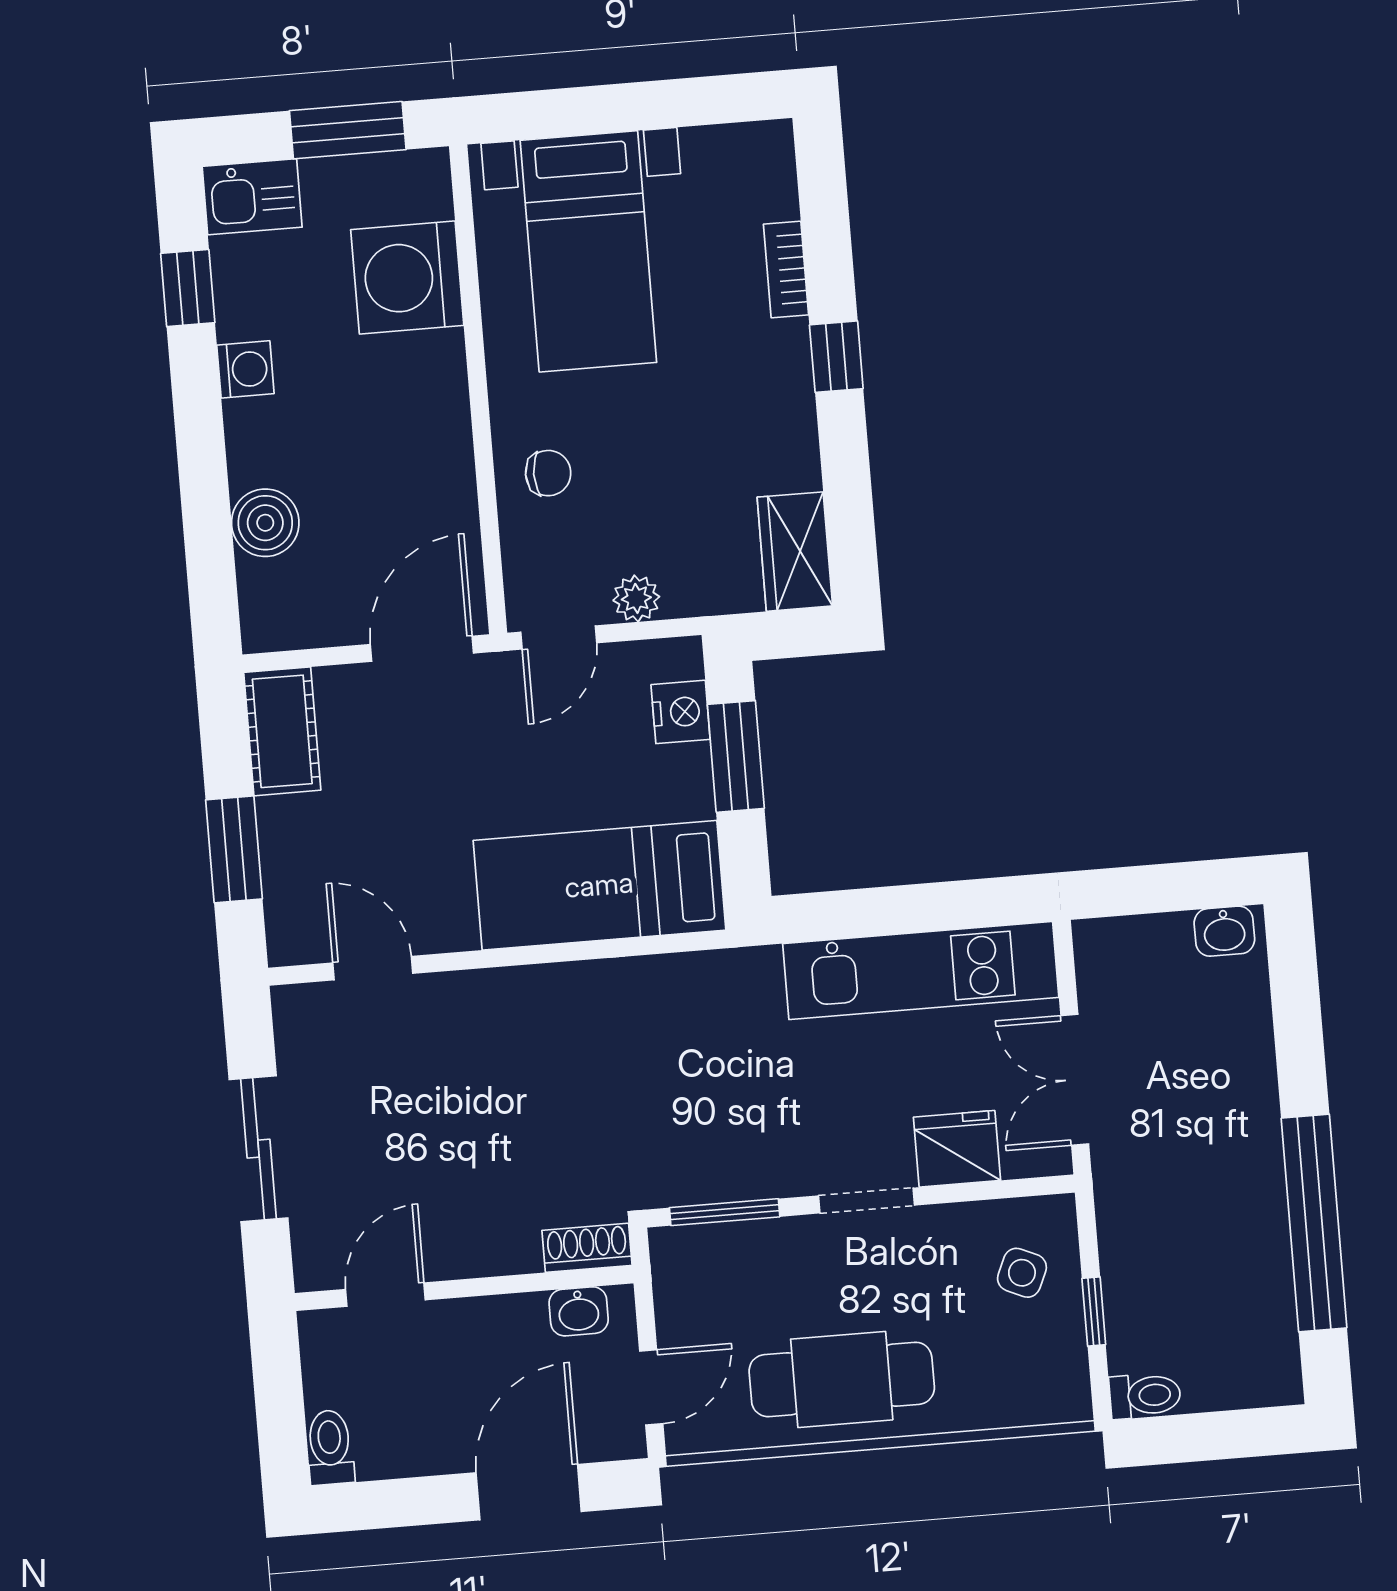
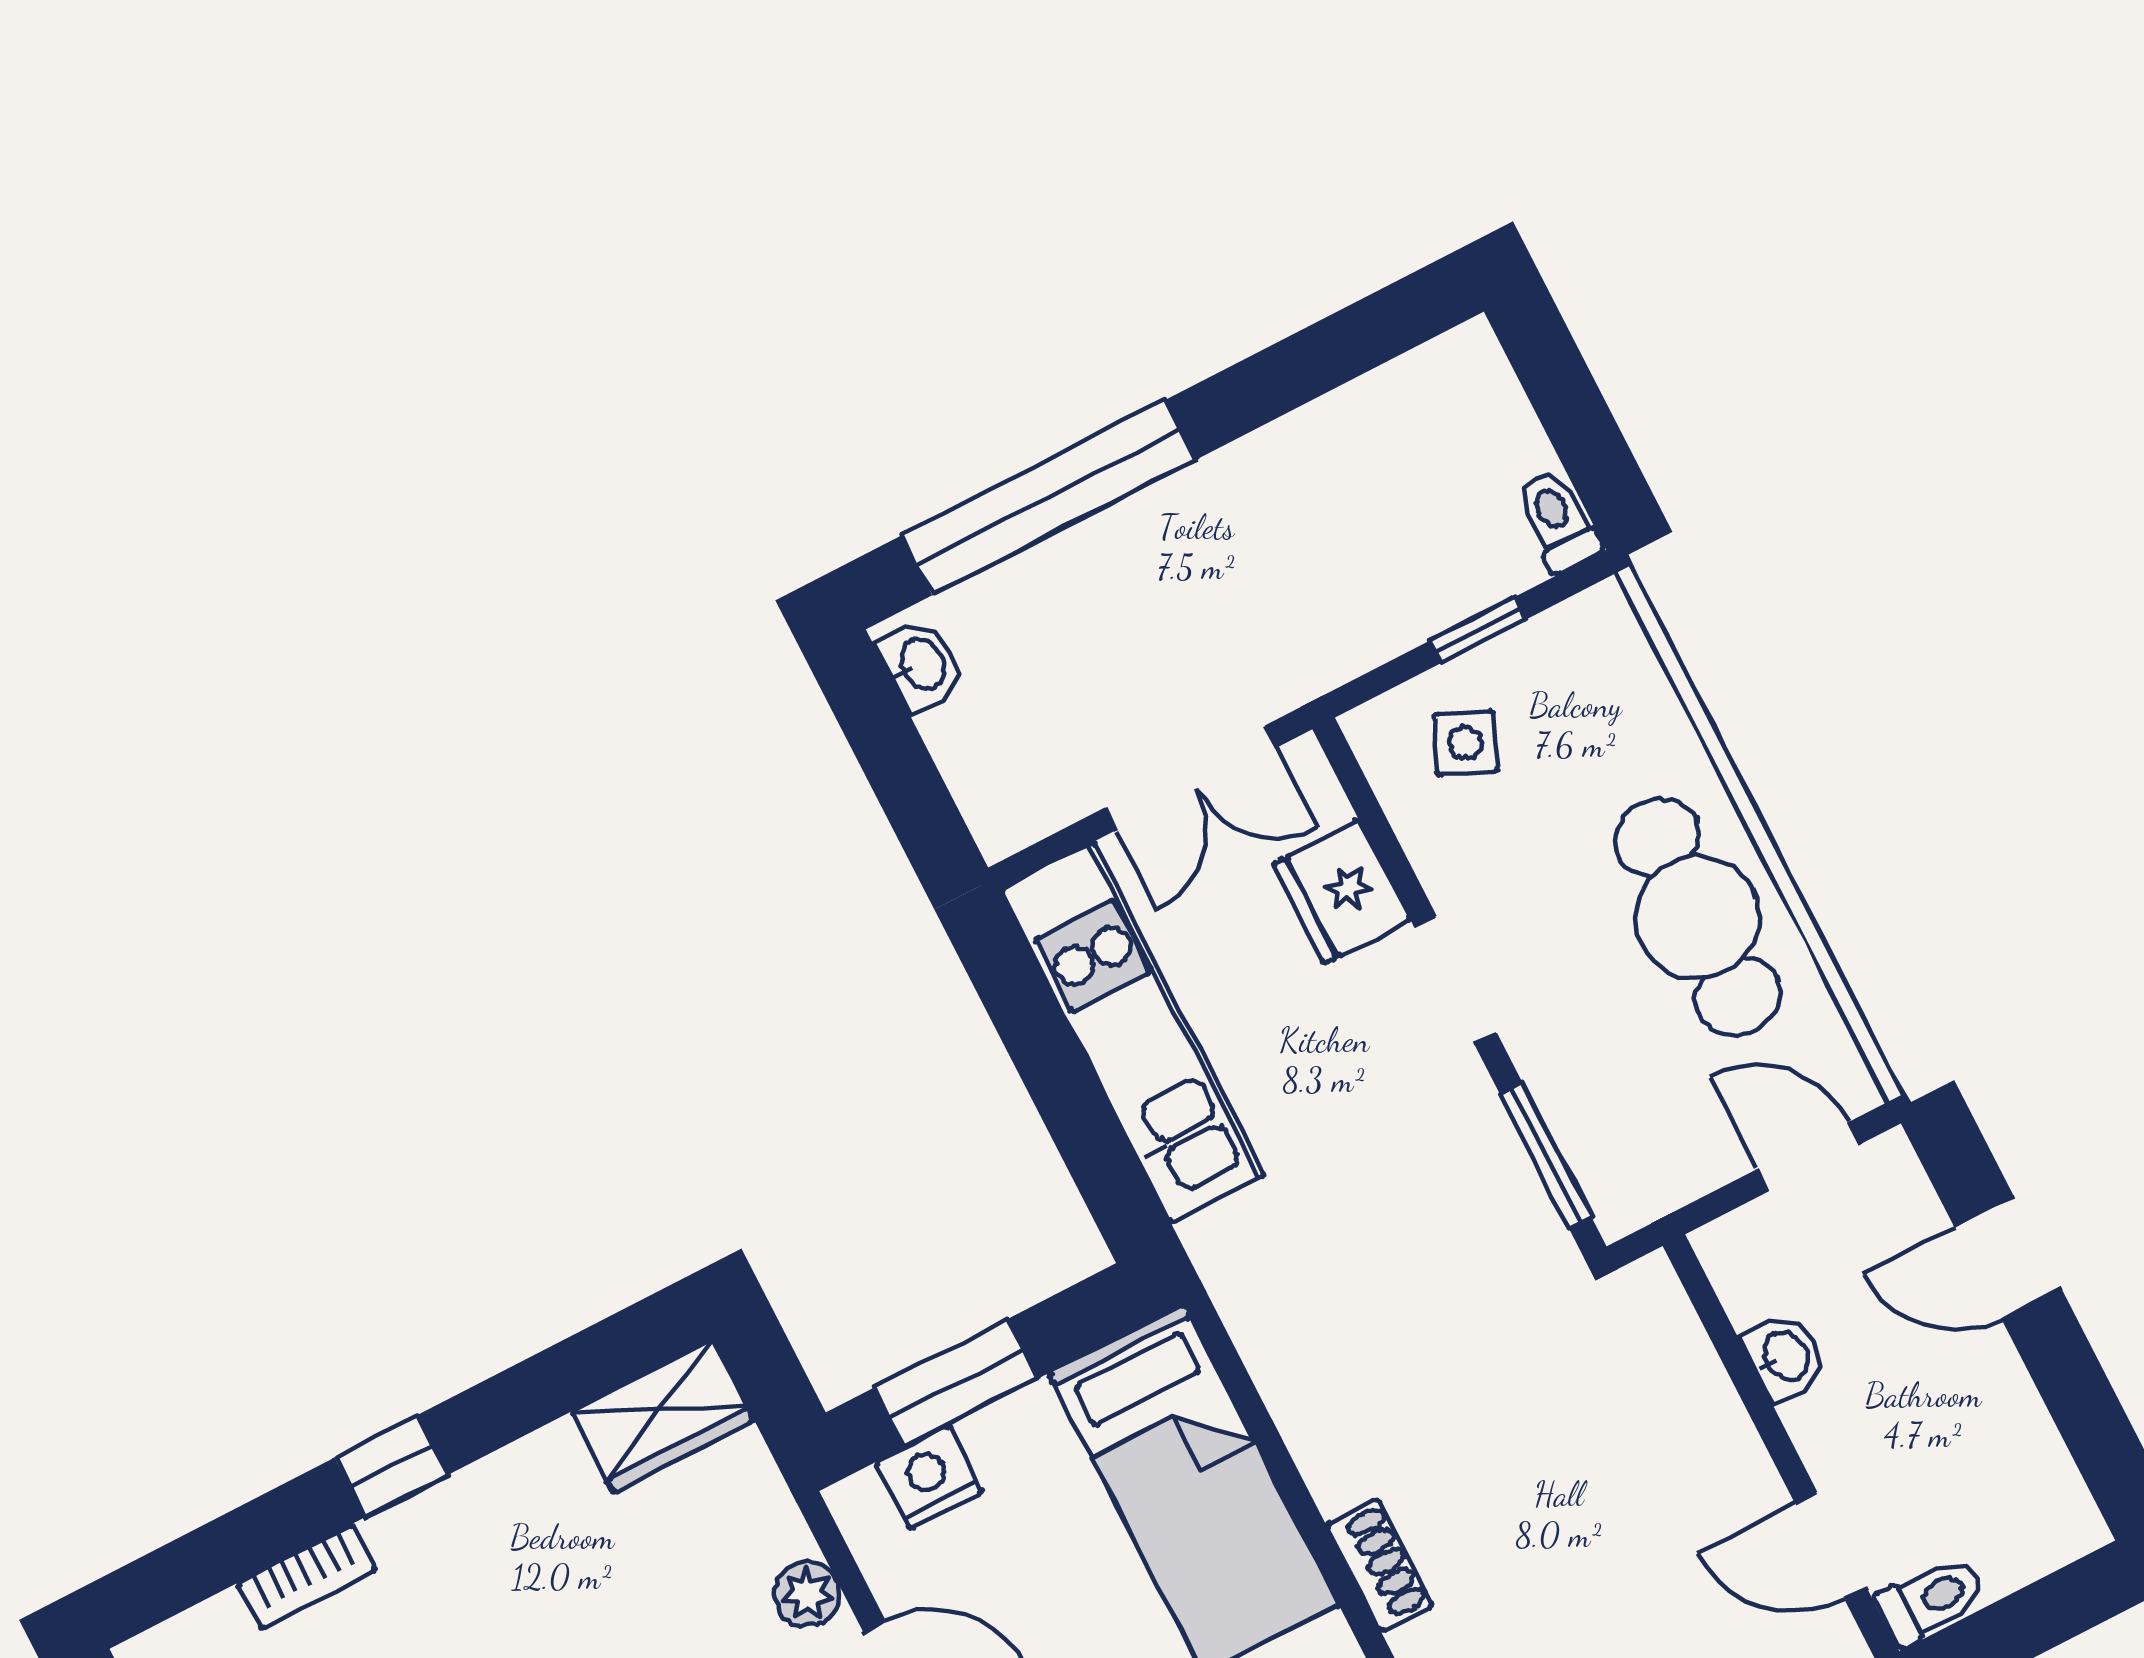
window: (1314, 1223) -> (1049, 497), moved
shoe rack: (587, 1248) -> (1380, 1565), moved, turned 180
washbasin: (579, 1311) -> (1784, 1357), moved
toilet: (330, 1447) -> (1930, 1600), moved, turned 180
door: (529, 1492) -> (2008, 1258), width x0.73

